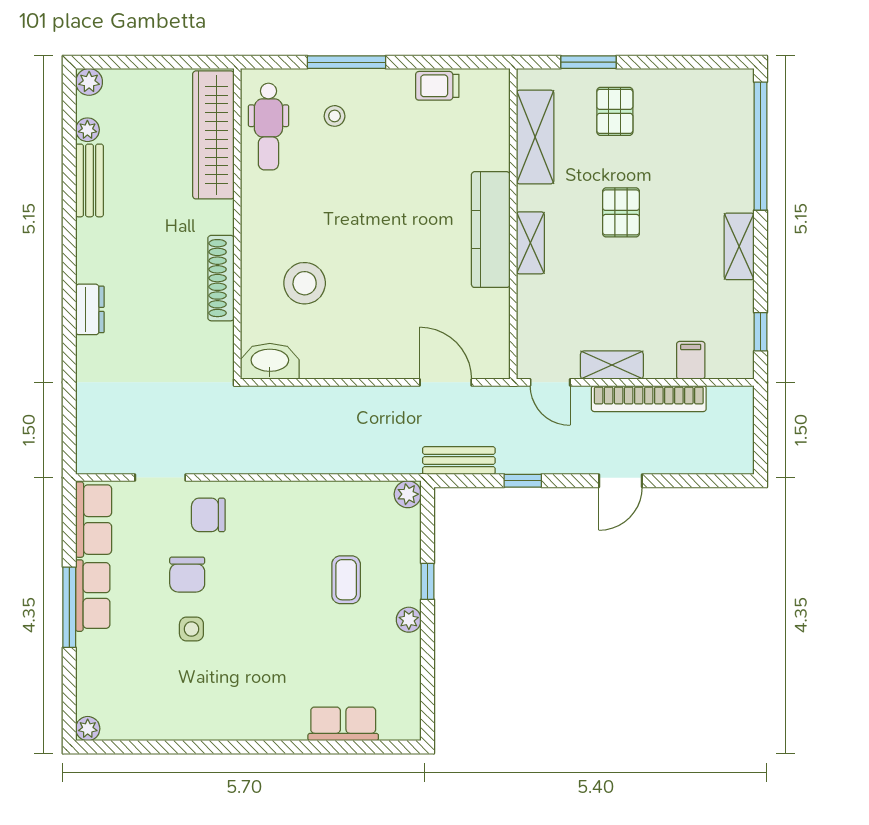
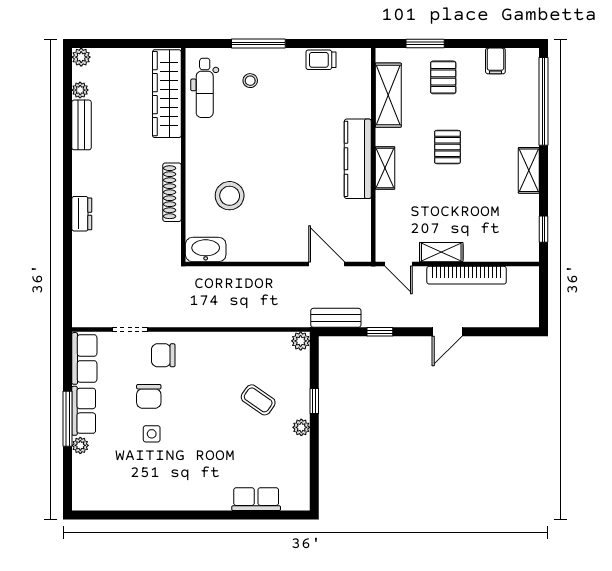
filing cabinet: (691, 360) -> (495, 61), moved, turned 180
coffee table: (346, 580) -> (258, 400), turned -55
plant: (88, 729) -> (80, 445), moved

